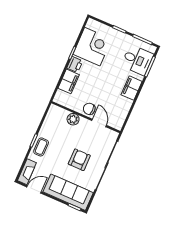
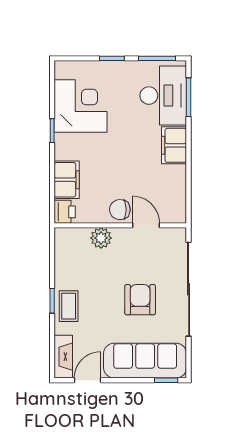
desk: (137, 60) -> (163, 96), width x1.37
printer: (75, 65) -> (65, 212), moved

